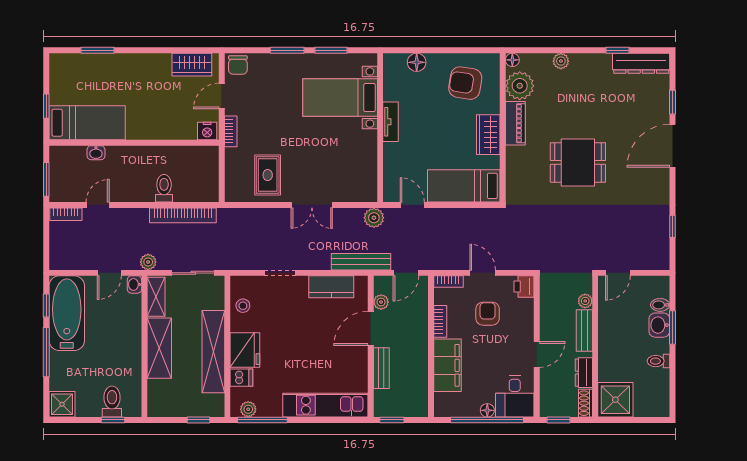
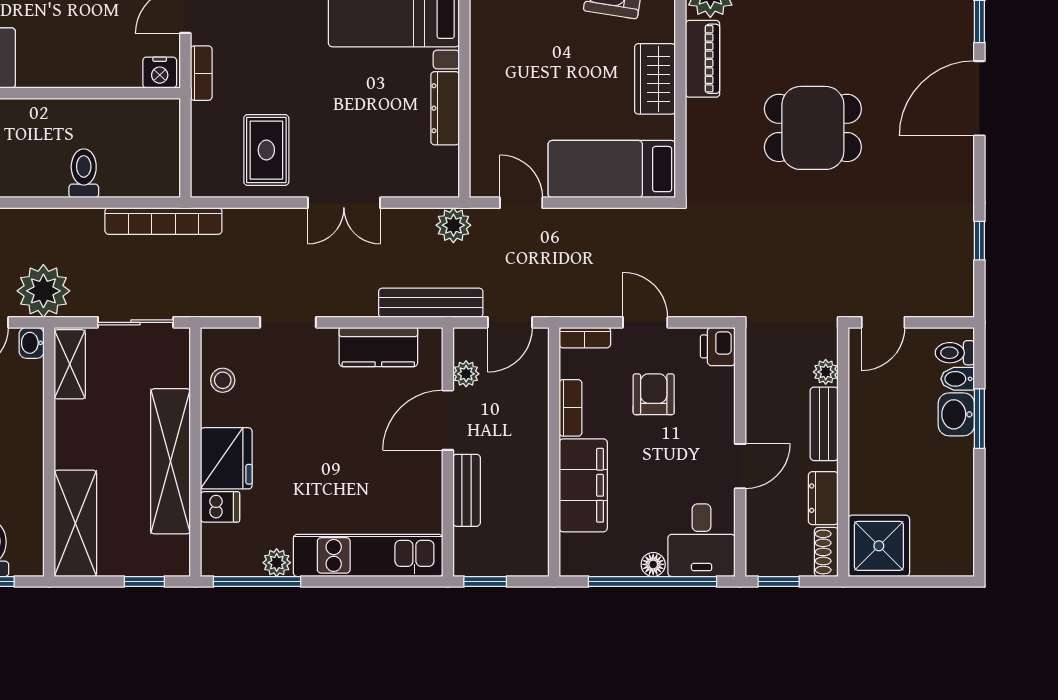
tv unit: (391, 122) -> (483, 56), removed
dresser: (369, 151) -> (445, 108), added
bookcase: (183, 215) -> (163, 221), moved
plant: (148, 262) -> (43, 291), width x1.88, depth x1.88
shelving: (159, 348) -> (75, 523), moved
toilet: (659, 361) -> (955, 353), moved
plant: (248, 409) -> (277, 563), moved

